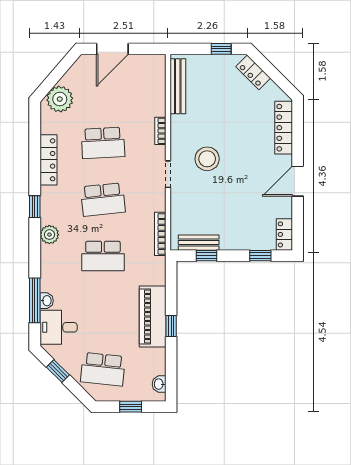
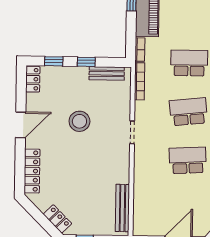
bookcase: (160, 131) -> (140, 50), moved
stool: (207, 159) -> (79, 121), moved
window: (207, 256) -> (86, 62), moved

